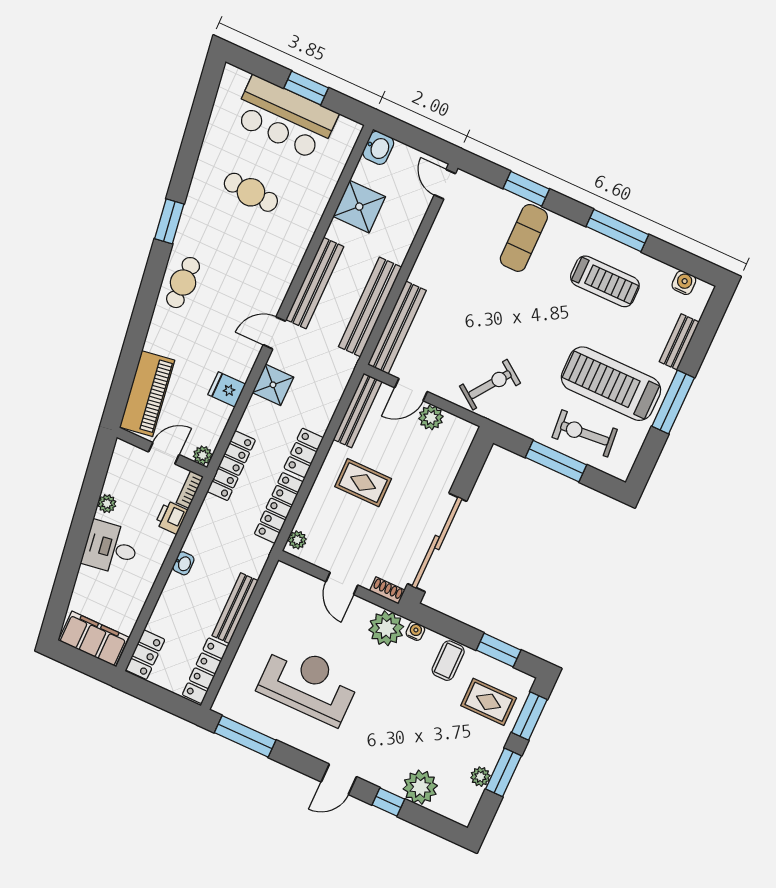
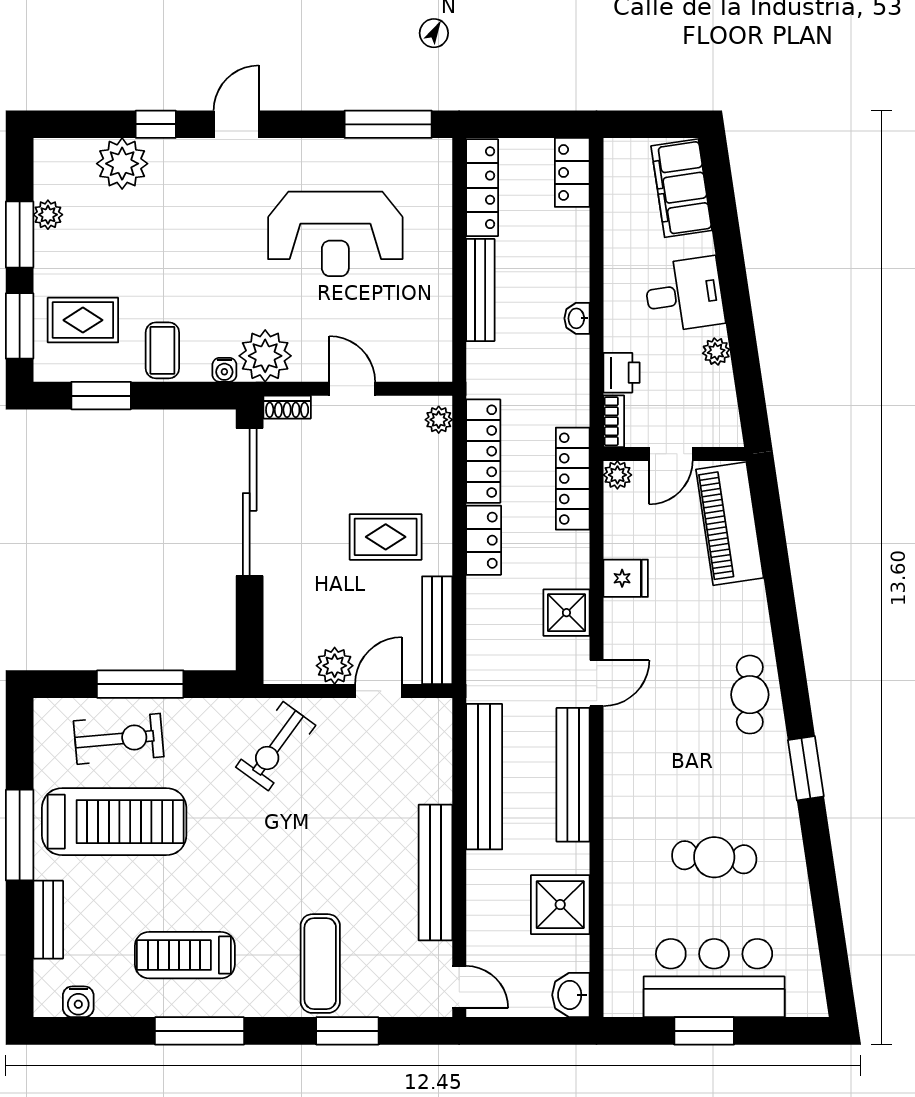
bench: (397, 328) -> (435, 873), moved
filing cabinet: (94, 639) -> (682, 188), moved, turned 82

